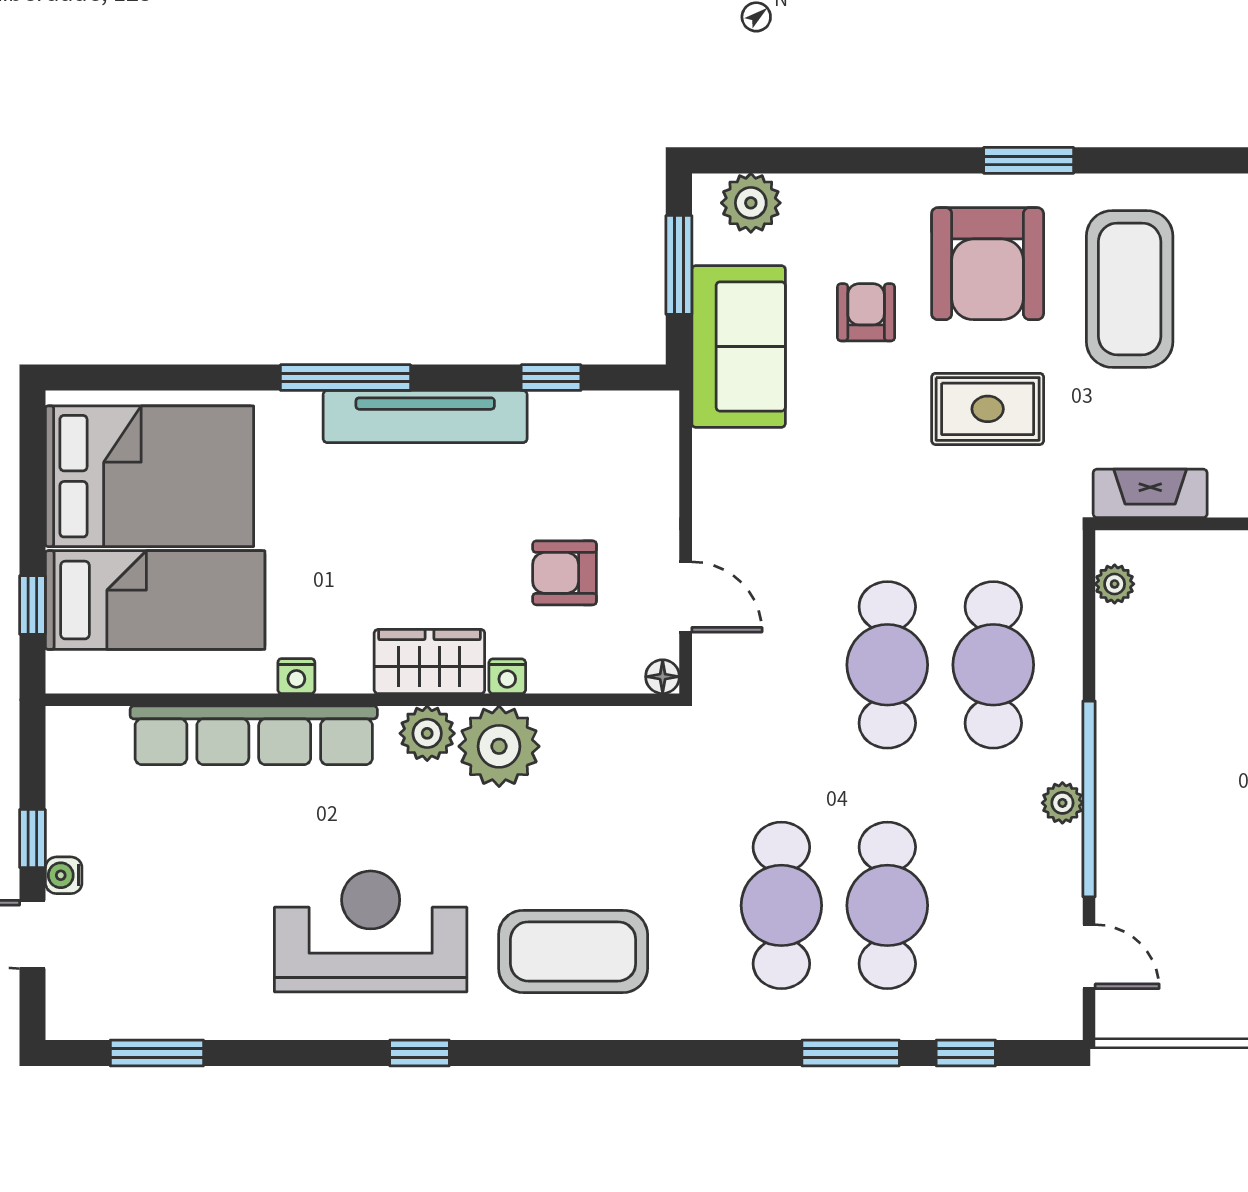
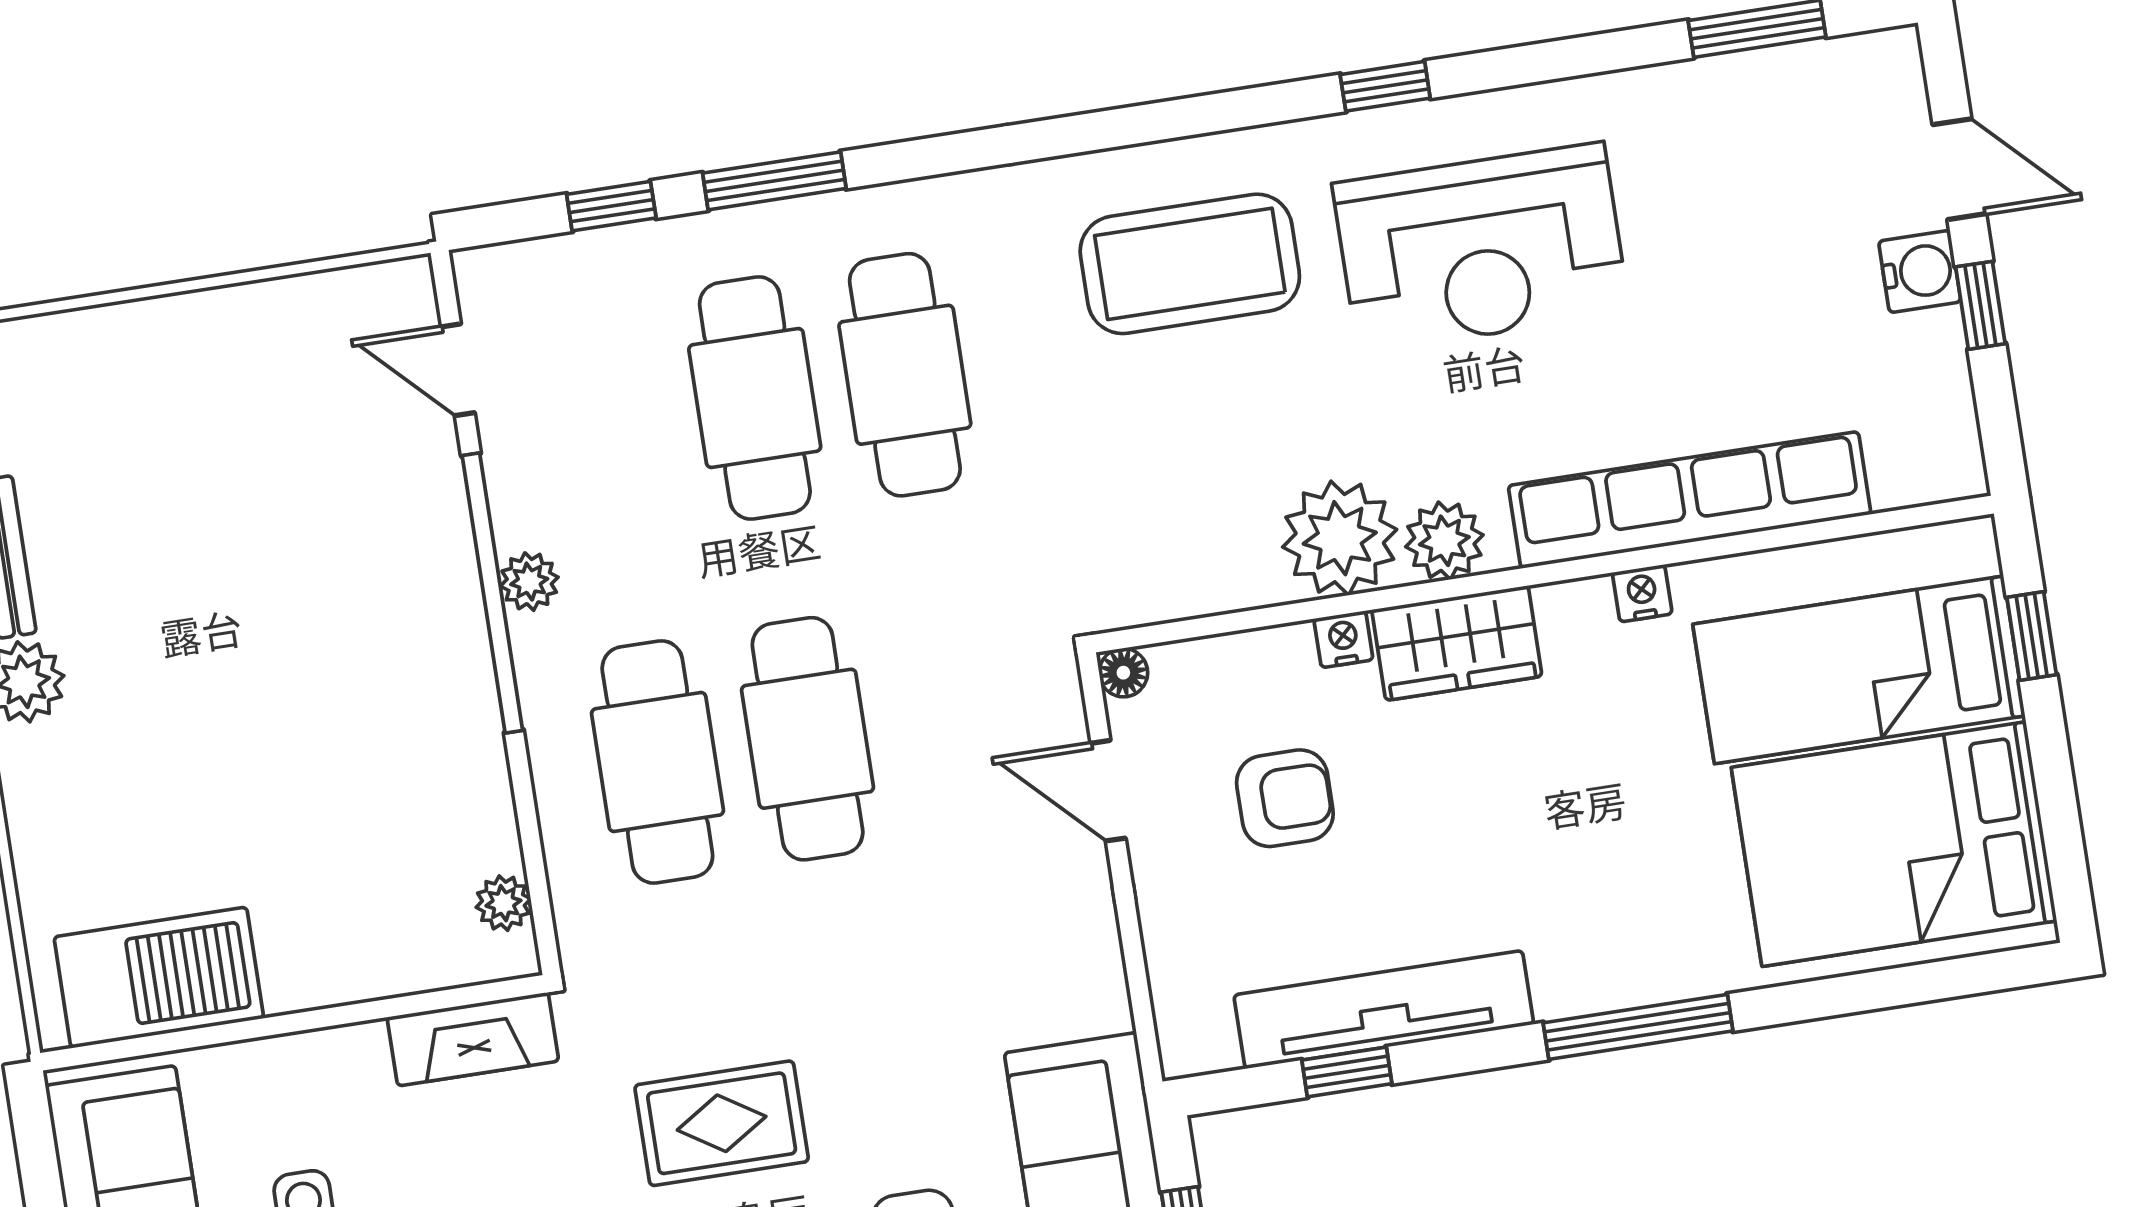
tv unit: (425, 417) -> (1384, 1010), moved
water cooler: (64, 875) -> (1920, 271), width x1.38, depth x1.38

